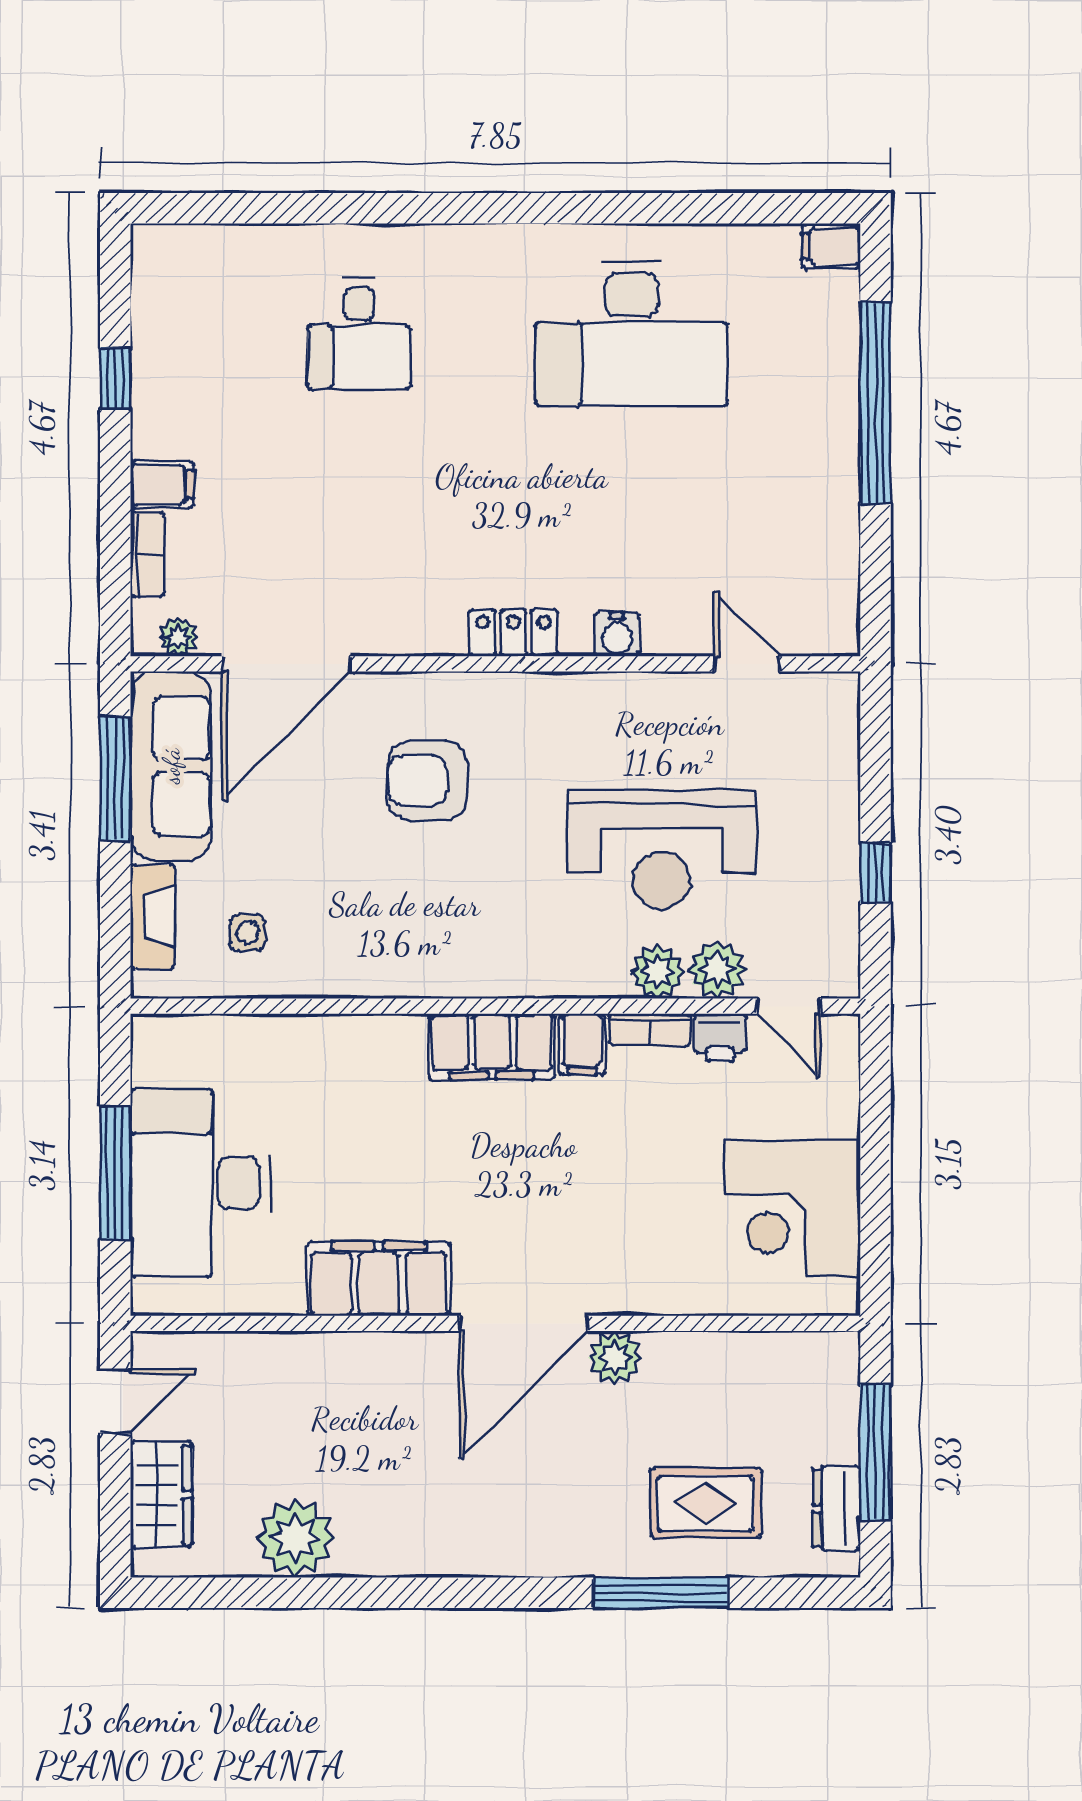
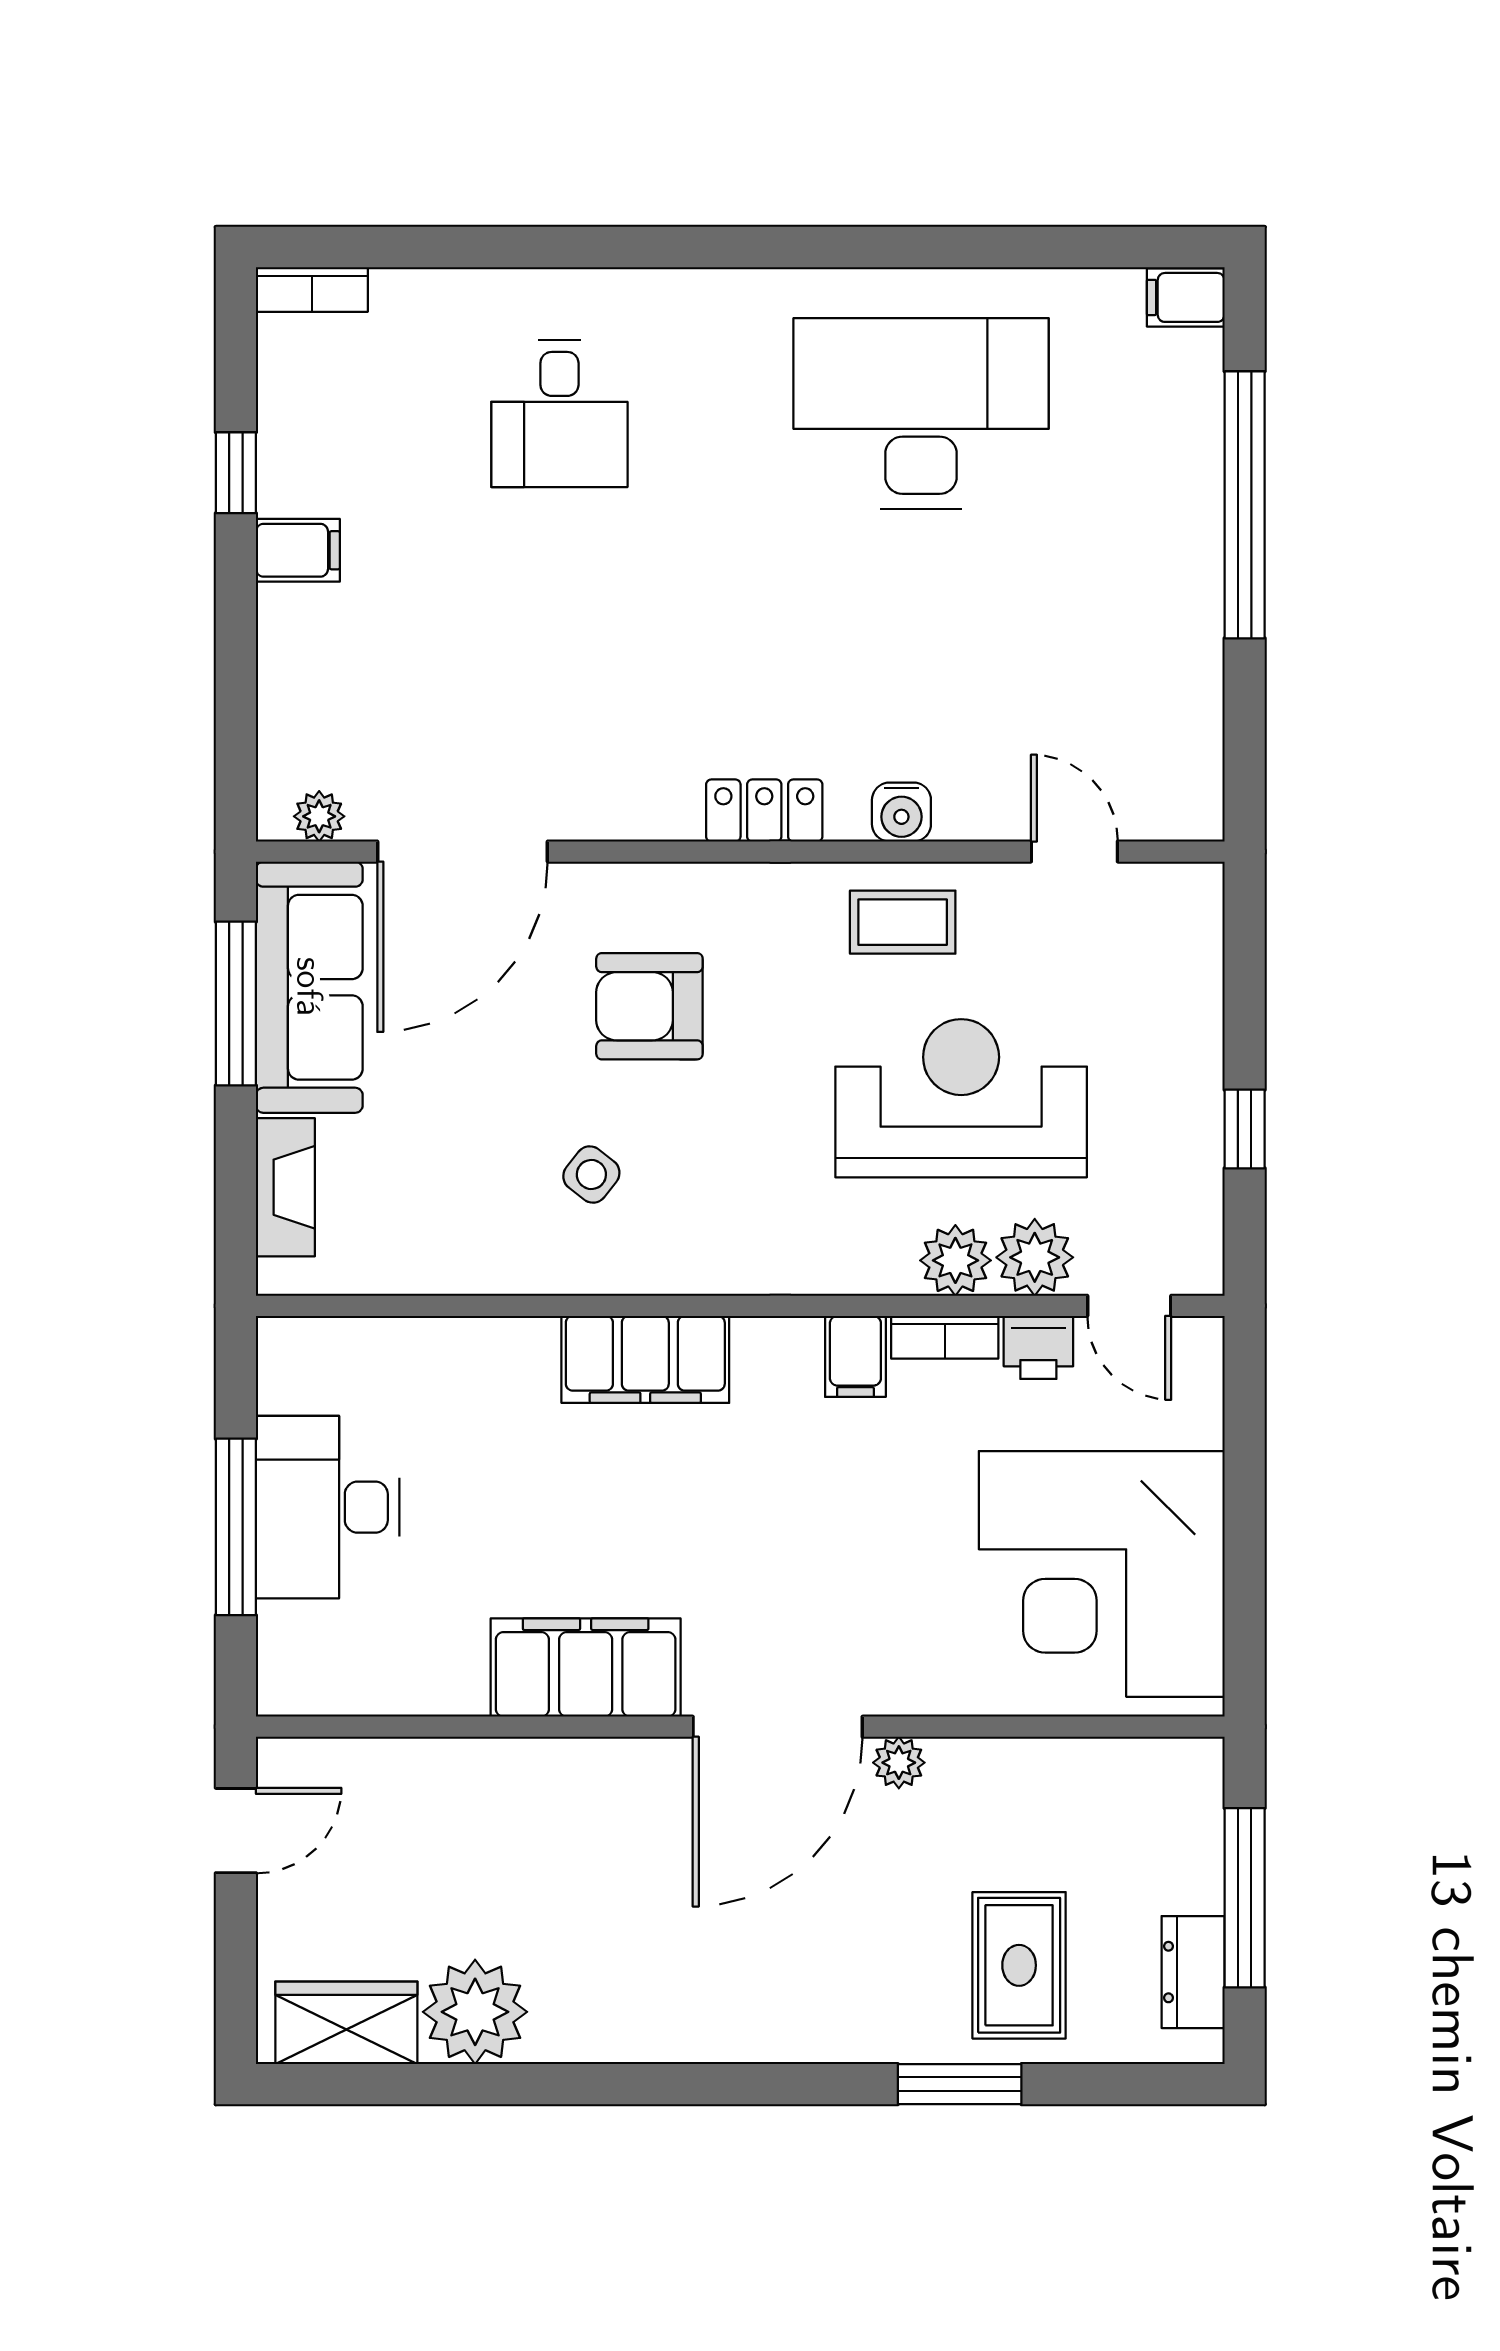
desk: (632, 334) -> (921, 414), turned 180
filing cabinet: (162, 485) -> (298, 550), moved
bookcase: (147, 555) -> (312, 289), moved, turned 90
coffee table: (618, 717) -> (903, 922), added
reception desk: (662, 850) -> (961, 1098), turned 180
side table: (248, 933) -> (591, 1175), moved, turned 38
filing cabinet: (492, 1047) -> (645, 1359), moved
desk: (201, 1183) -> (328, 1507), width x0.73, depth x0.77
corner desk: (792, 1208) -> (1102, 1574), width x1.36, depth x1.36
plant: (615, 1358) -> (899, 1763), width x0.73, depth x0.73
wardrobe: (161, 1495) -> (346, 2023), moved, turned -90
rug: (705, 1503) -> (1019, 1965), turned 90
window: (661, 1593) -> (960, 2084), width x0.69

